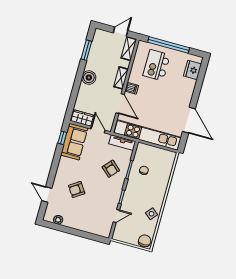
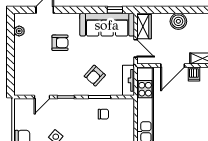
boiler: (89, 78) -> (178, 21), moved
door: (98, 130) -> (136, 48), hinge flipped
sofa: (74, 142) -> (107, 25), width x1.36
armchair: (77, 189) -> (60, 43), turned 124
door: (116, 216) -> (42, 97), hinge flipped

